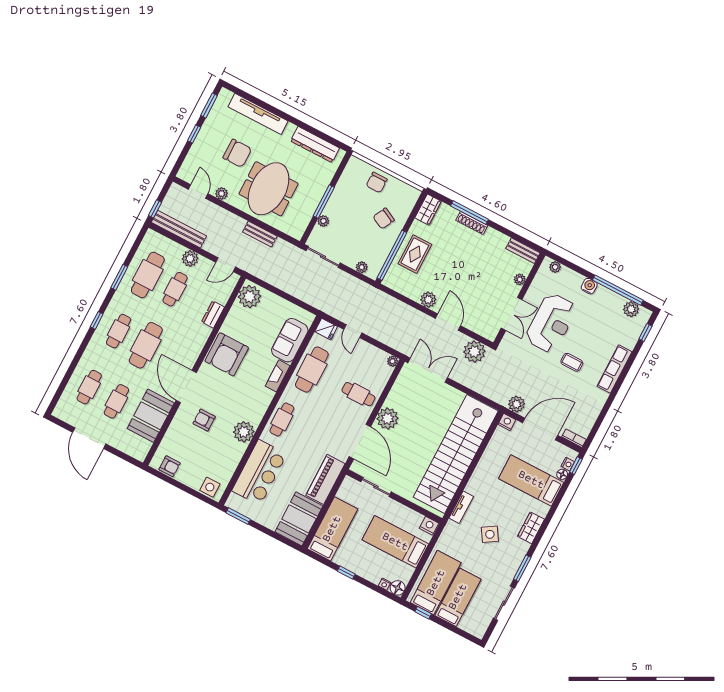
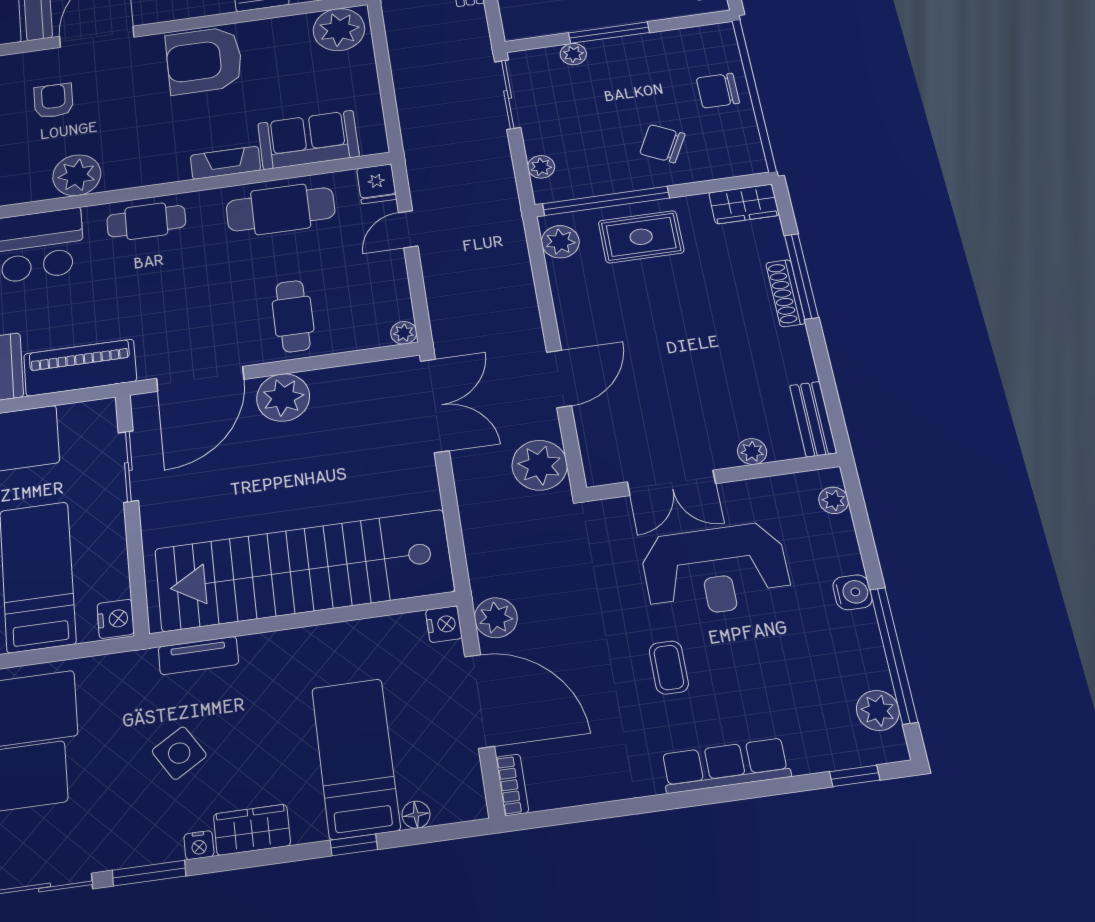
plant: (428, 300) -> (560, 242), moved
nightstand: (568, 464) -> (199, 845), moved
window: (576, 466) -> (354, 845), moved

